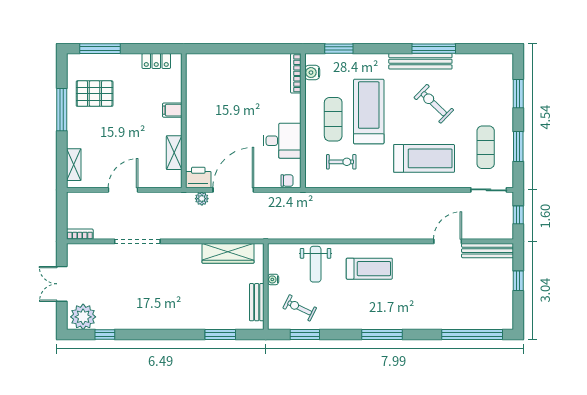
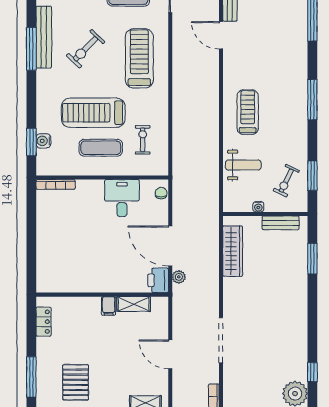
bench: (420, 61) -> (44, 37), moved
water cooler: (312, 73) -> (43, 141), moved, turned 90
filing cabinet: (172, 110) -> (109, 306), moved

